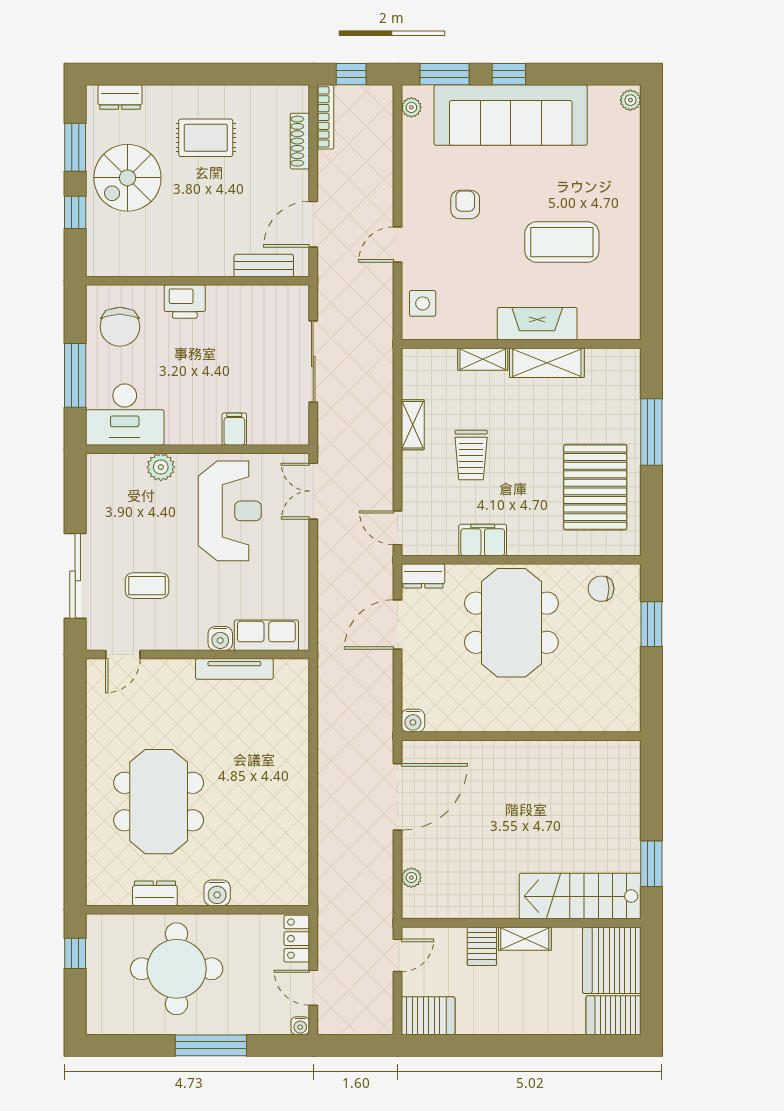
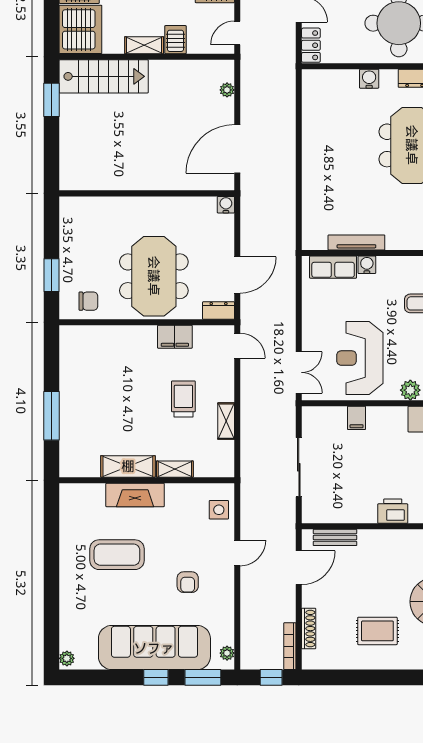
pallet: (595, 487) -> (93, 375), removed

